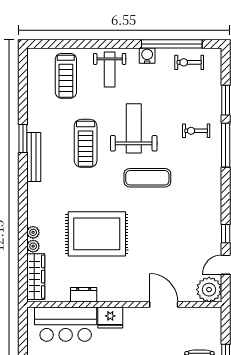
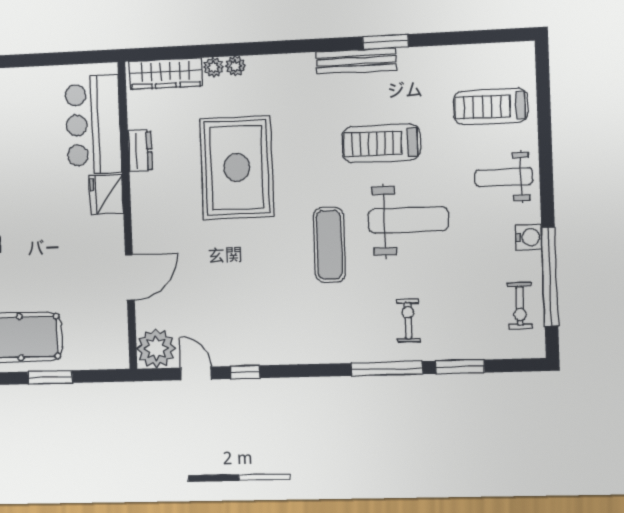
exercise bike: (189, 62) -> (520, 306), turned 180

